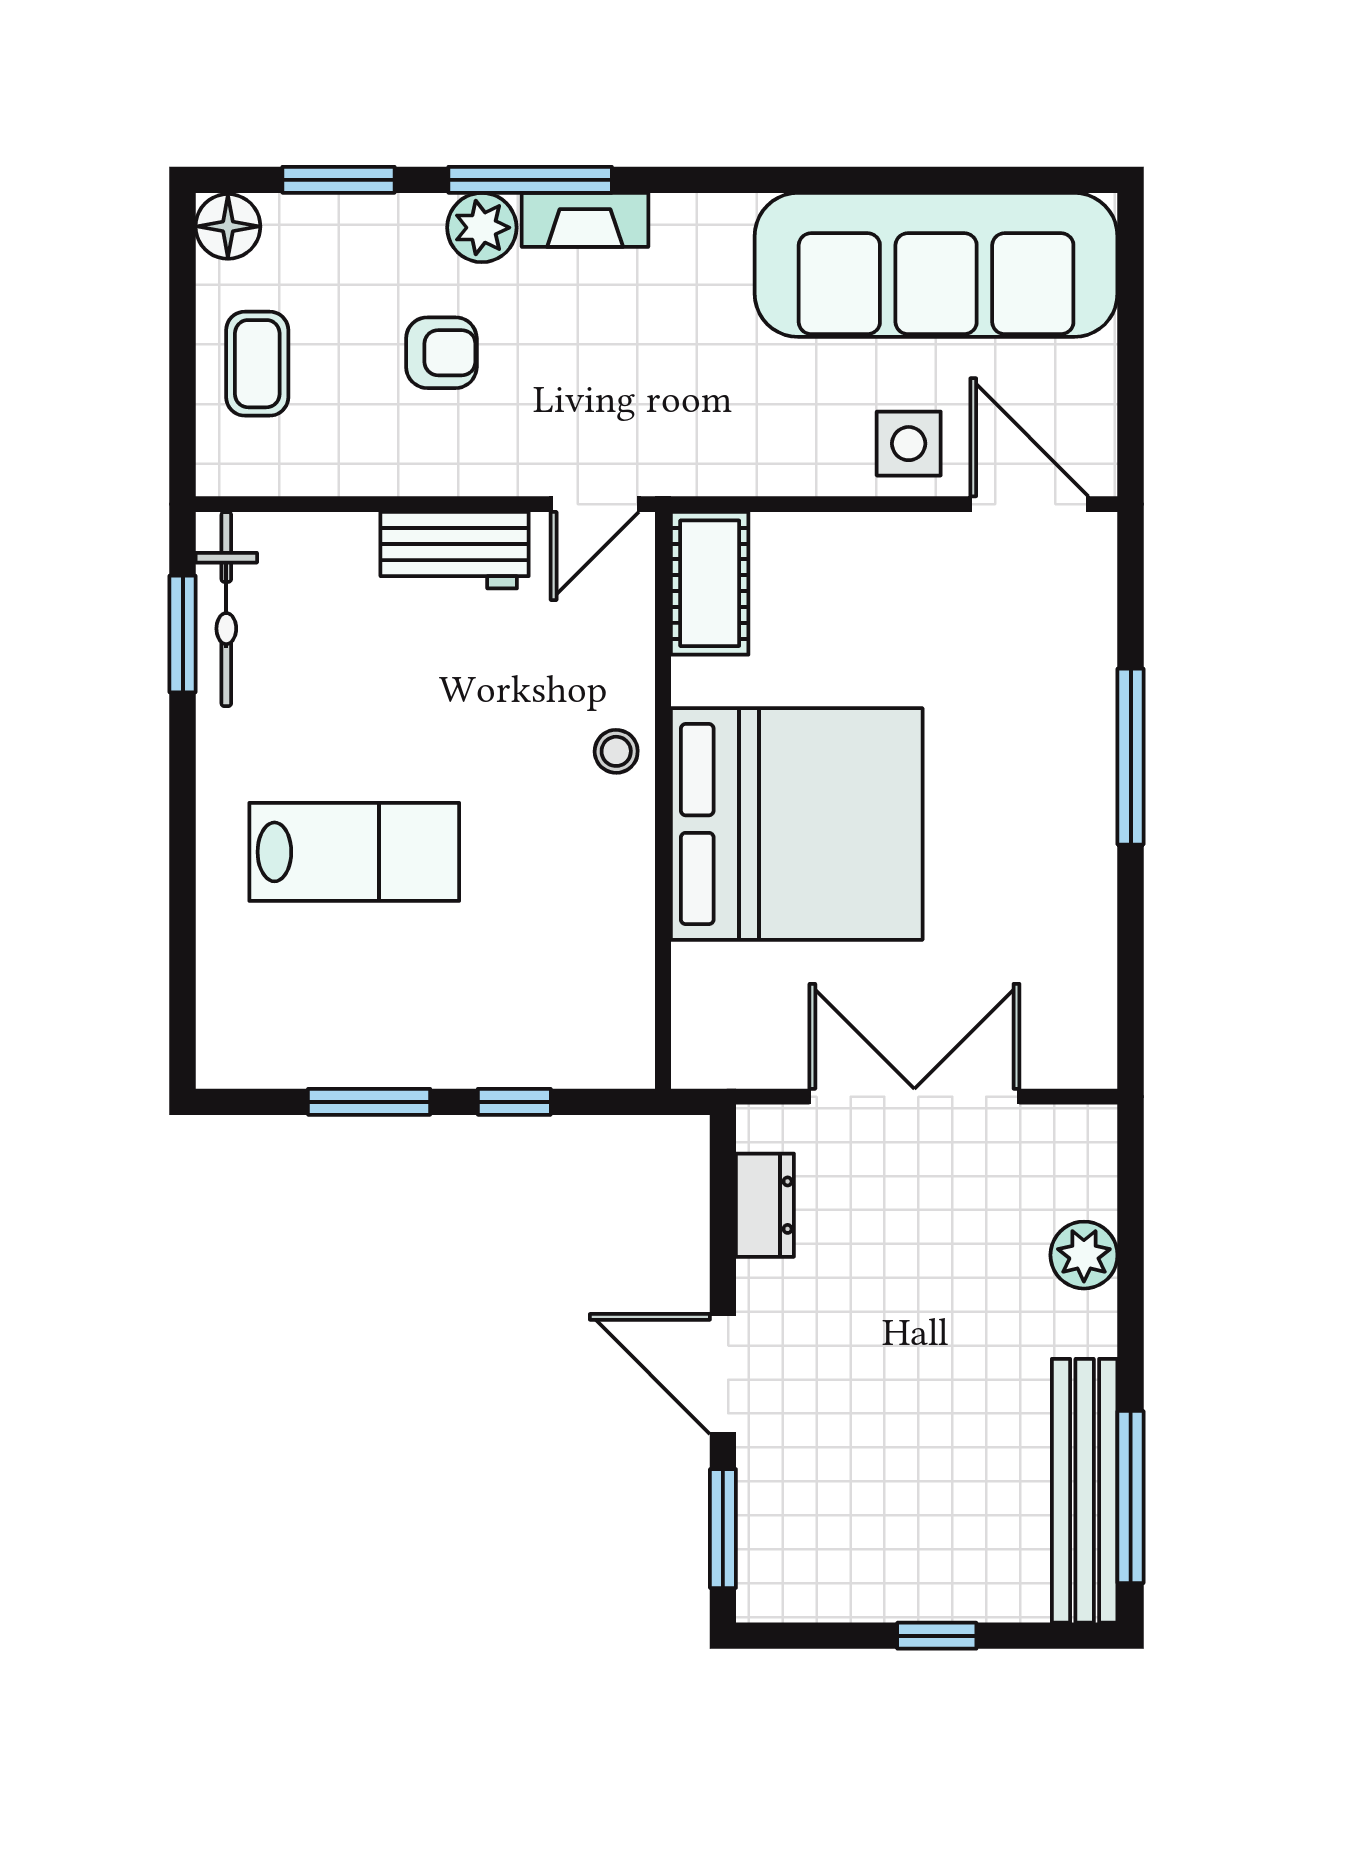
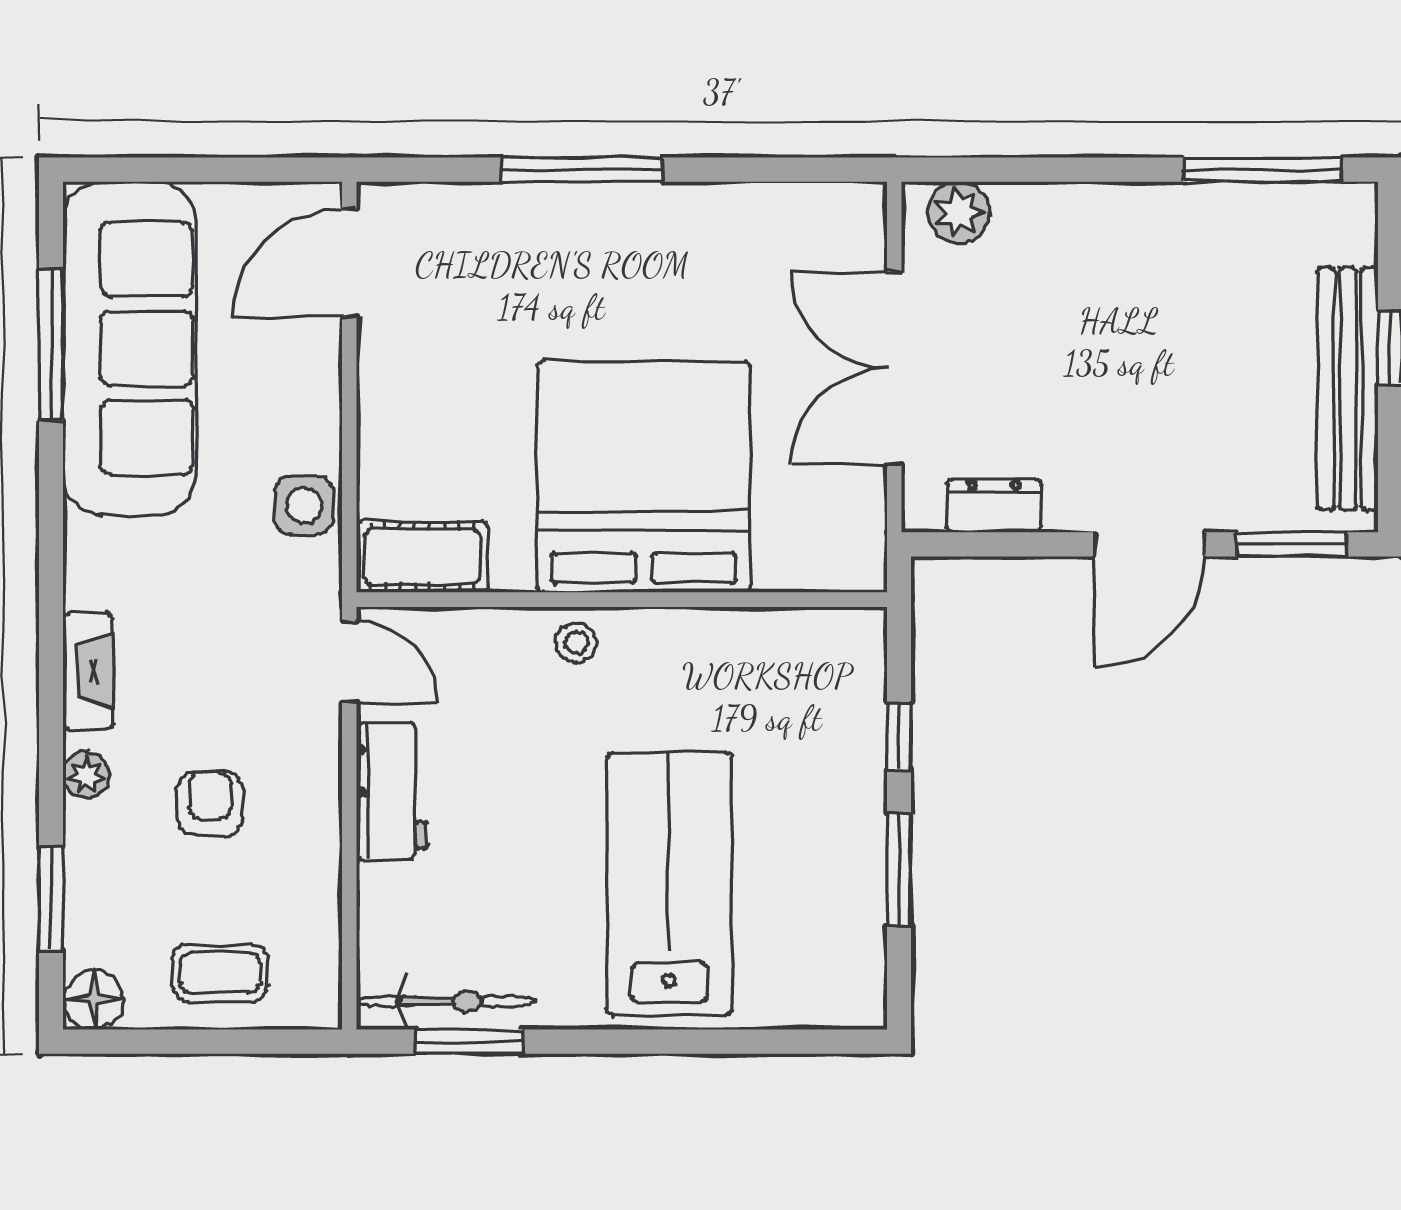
window: (530, 180) -> (51, 344), moved
plant: (482, 228) -> (86, 775), width x0.73, depth x0.73
side table: (909, 444) -> (304, 505), moved
lab bench: (354, 852) -> (669, 884), width x1.36, depth x1.39
plant: (1084, 1255) -> (959, 212), moved
bench: (1085, 1491) -> (1348, 389), moved, turned 90

